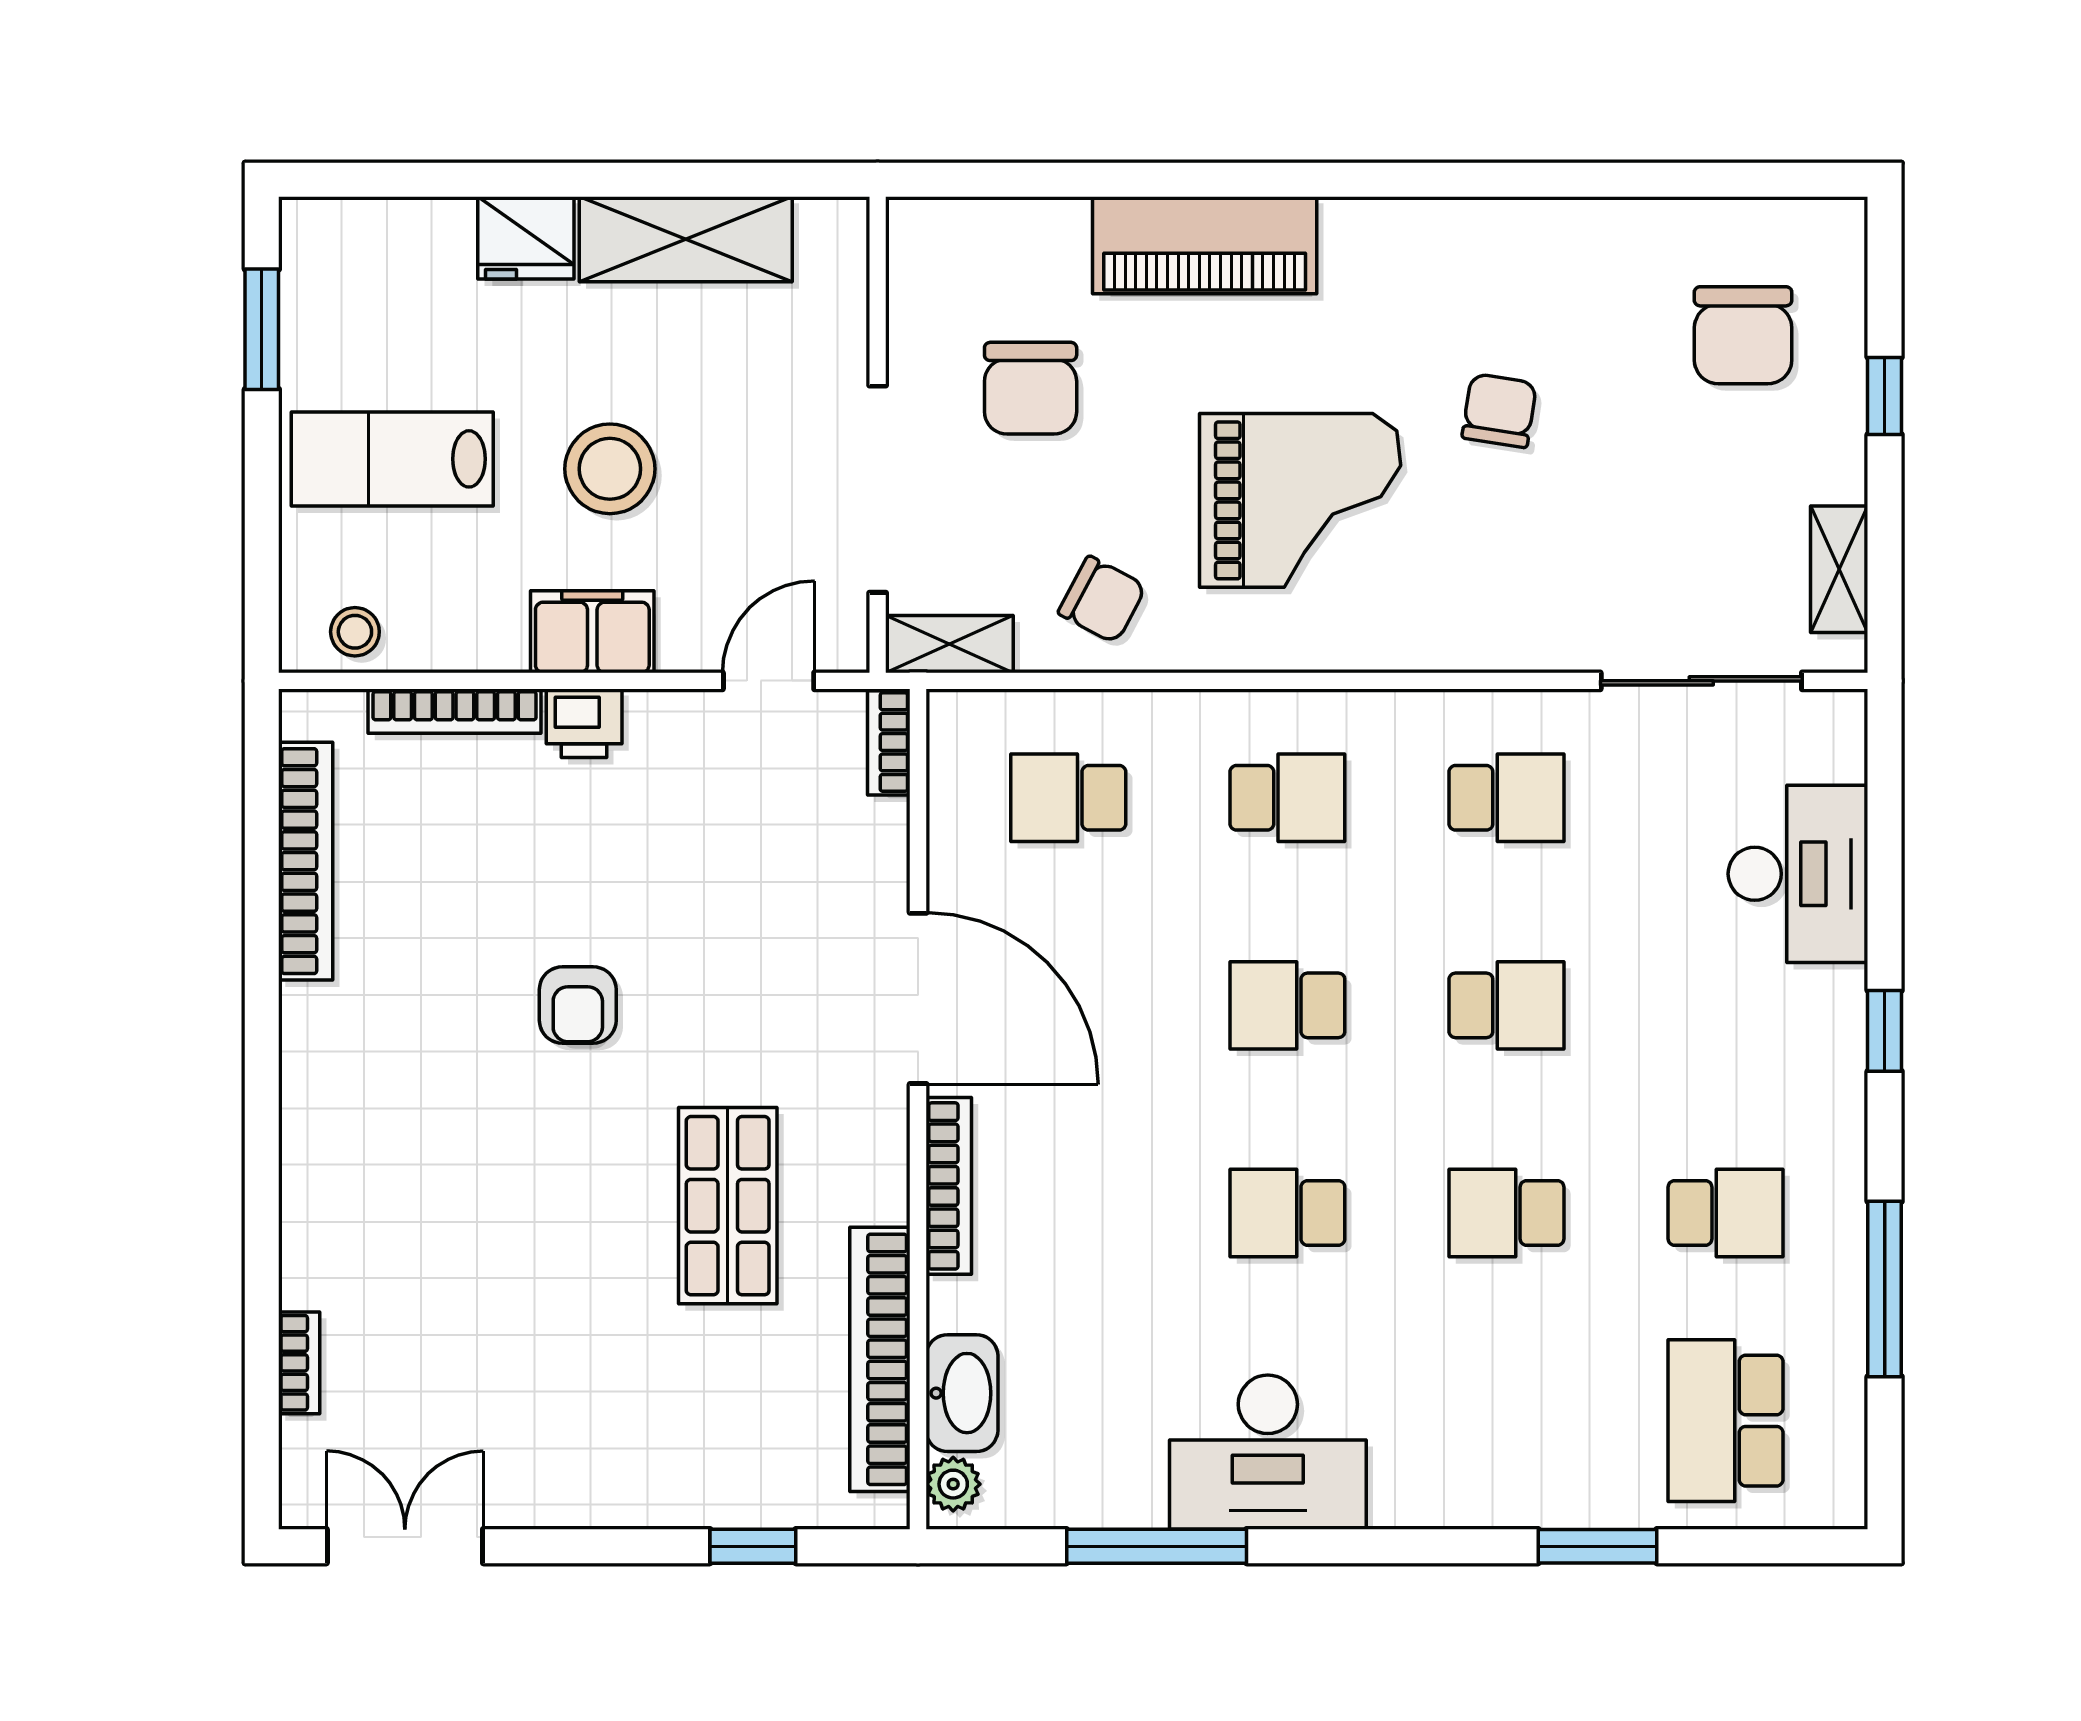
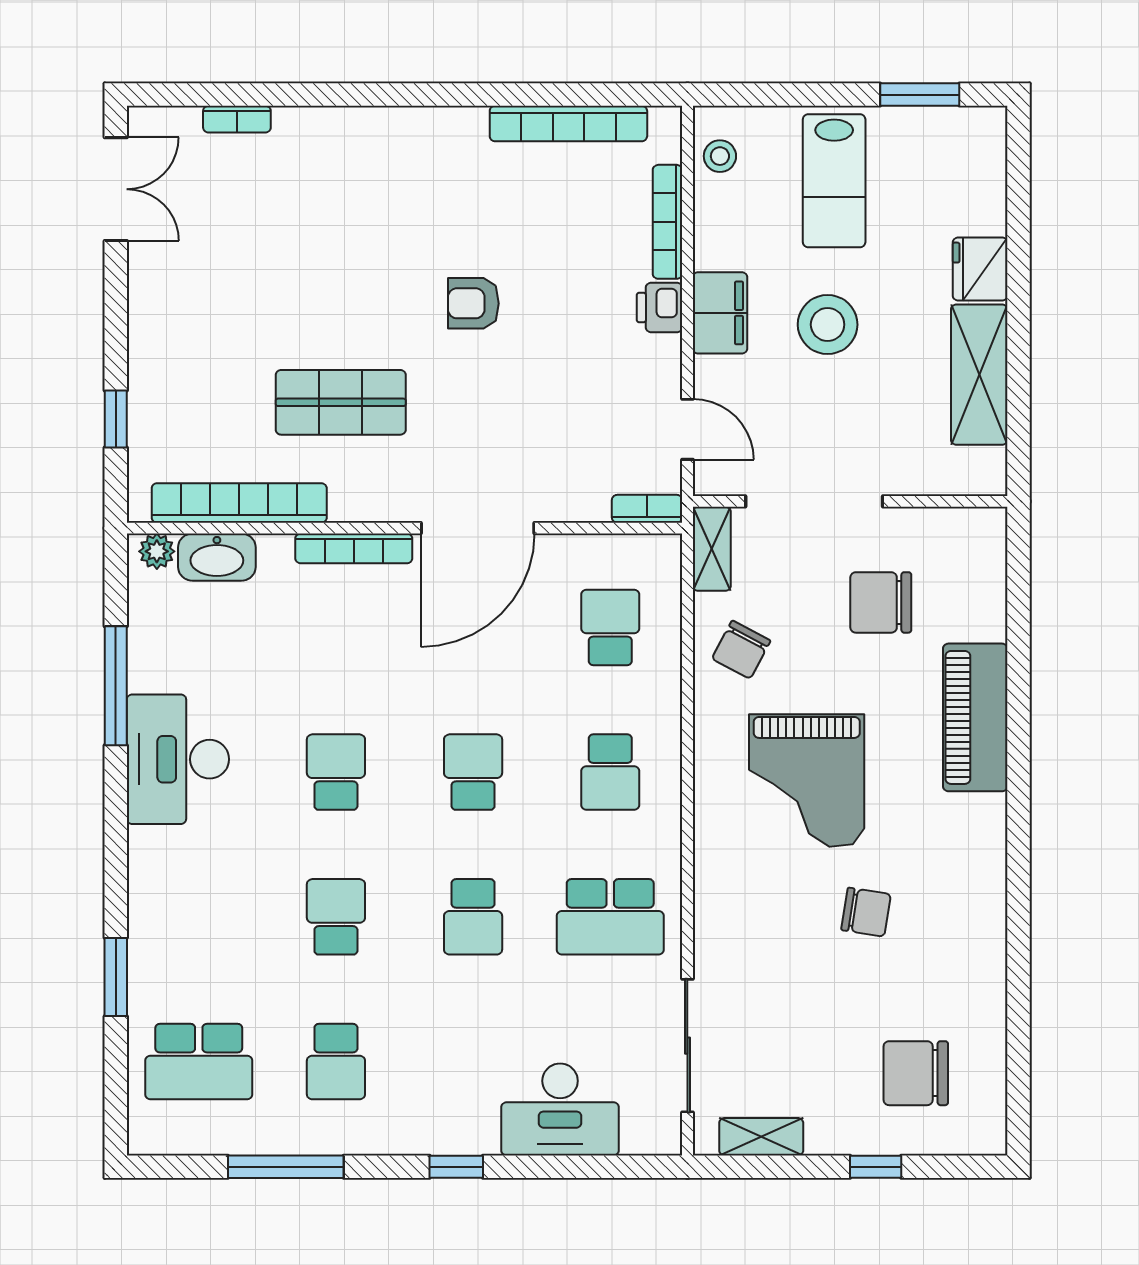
lab bench: (392, 459) -> (834, 181), turned 180
school desk: (1506, 798) -> (610, 917), width x1.85
school desk: (1726, 1421) -> (199, 1062), turned 180

